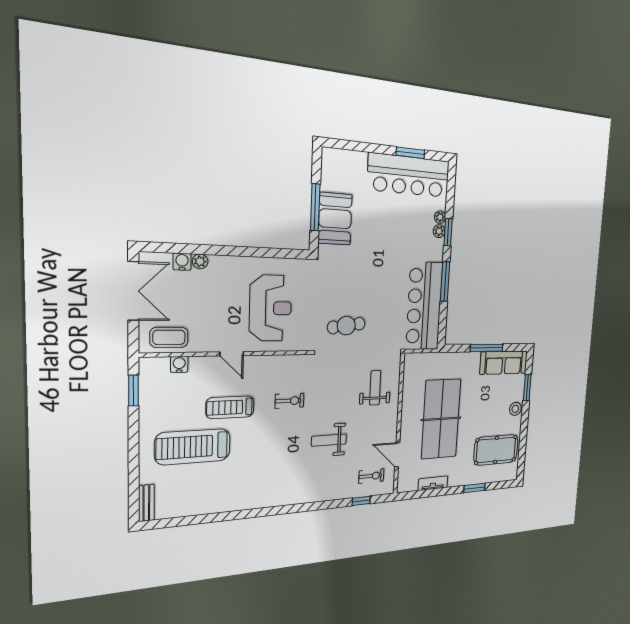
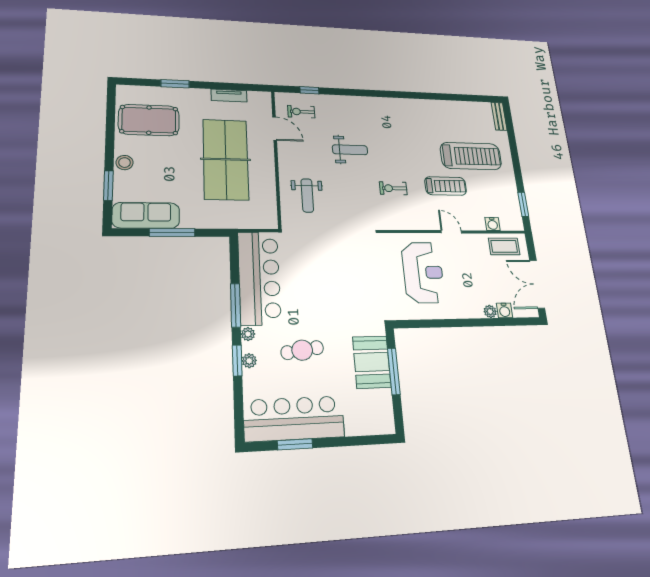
plant: (440, 217) -> (248, 334), moved
reception desk: (270, 308) -> (423, 272), turned 180
cafe table: (346, 326) -> (302, 350), moved

